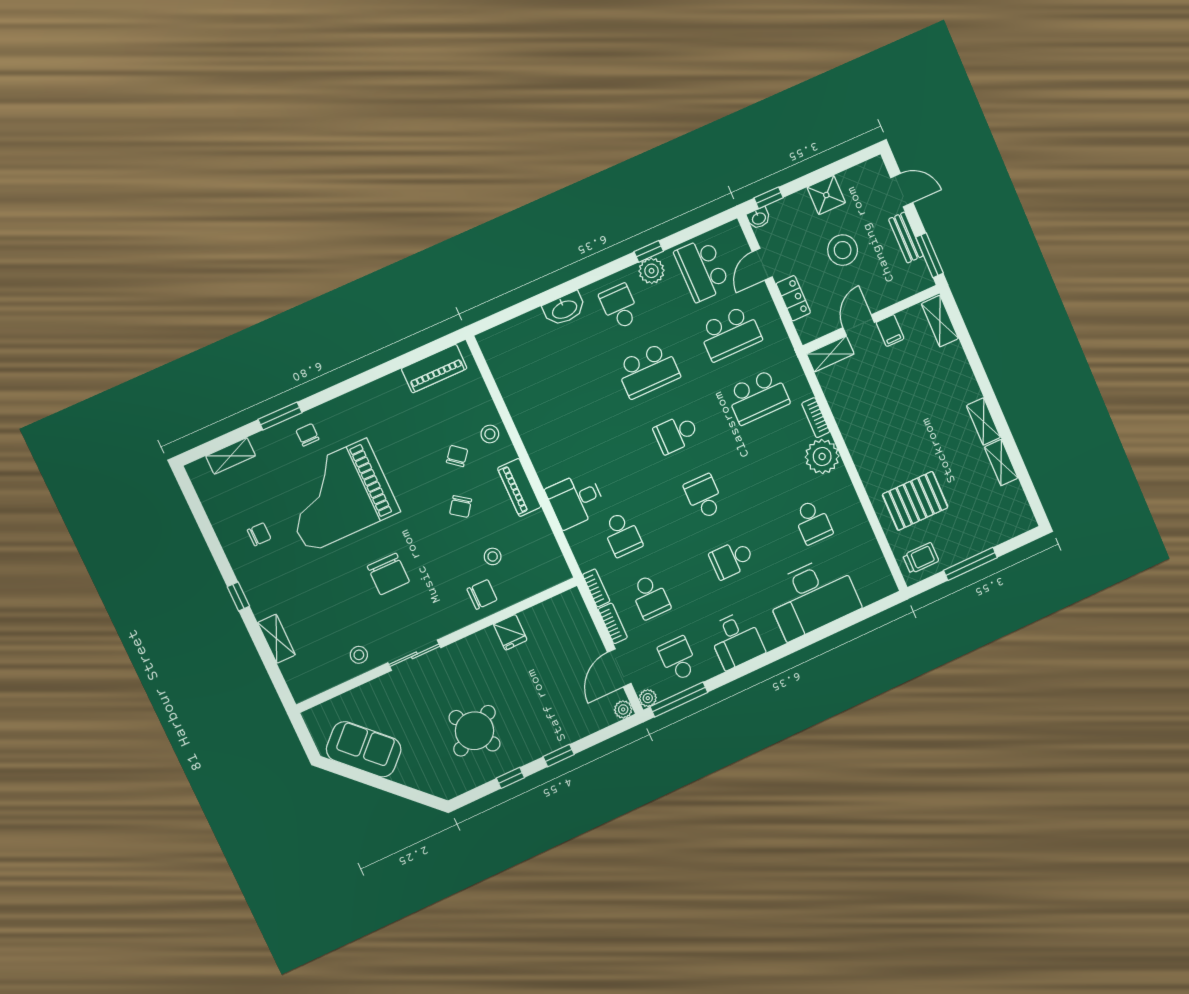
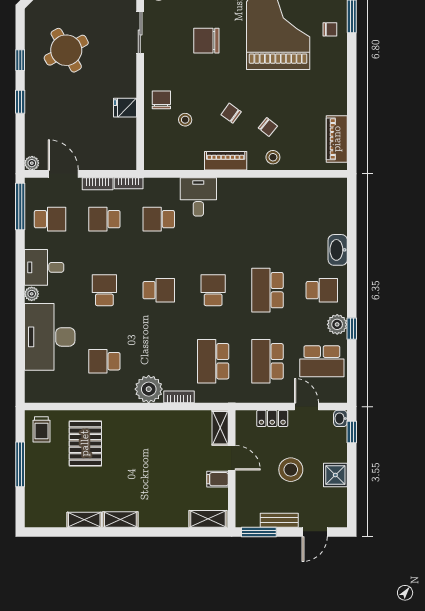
school desk: (702, 270) -> (322, 361), turned 180
chair: (482, 594) -> (161, 100), turned 180
plant: (648, 698) -> (32, 294), moved

